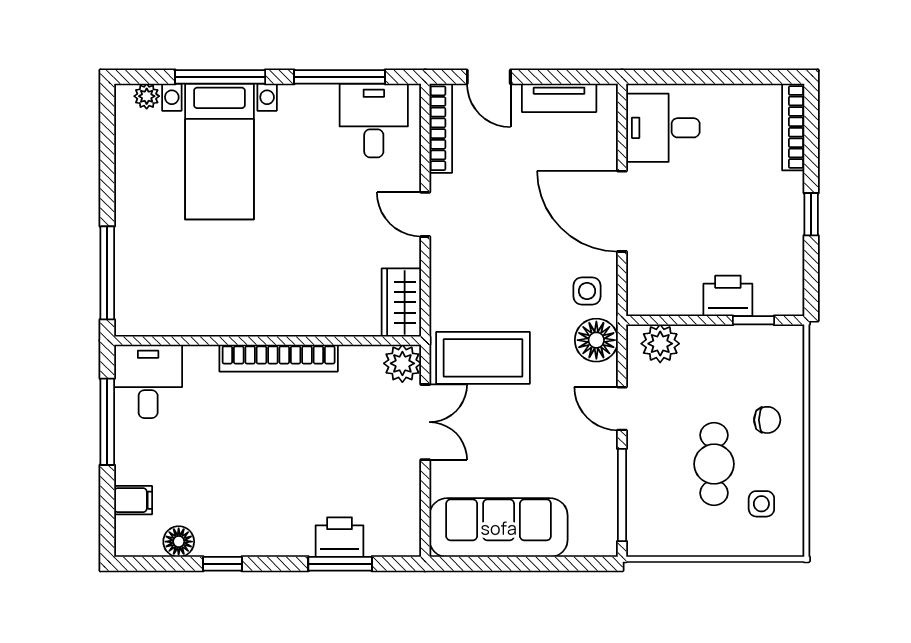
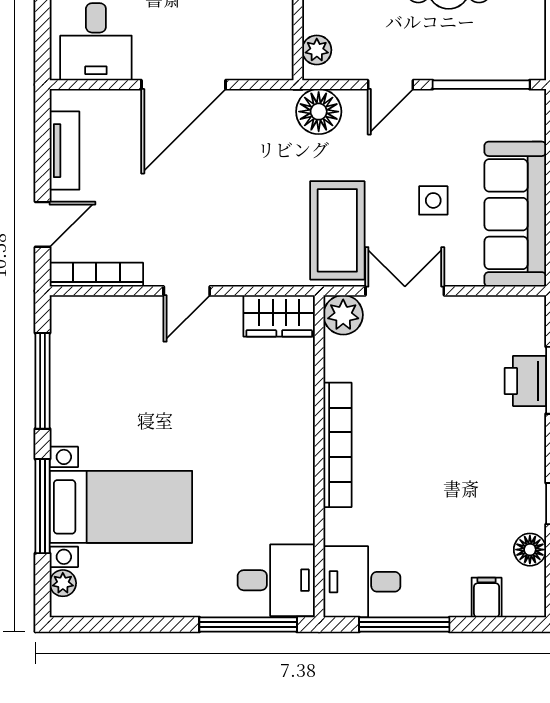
desk: (374, 120) -> (276, 580), moved, turned 180
side table: (587, 291) -> (433, 200), moved
plant: (660, 344) -> (317, 50), width x0.73, depth x0.73

